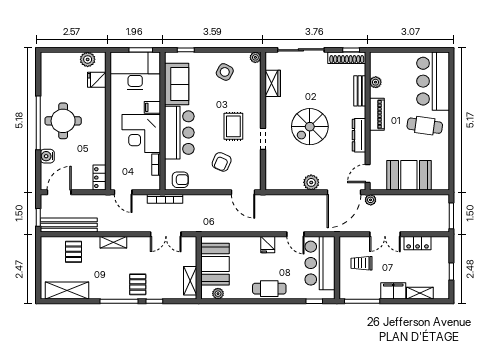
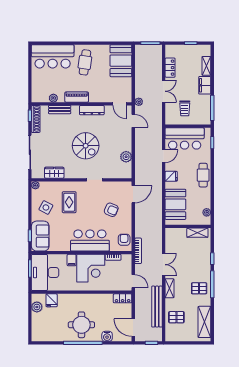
sofa: (177, 84) -> (40, 236), moved, turned 90
rug: (233, 126) -> (69, 202), moved, turned 90
booth: (409, 175) -> (121, 61), moved
plant: (311, 182) -> (126, 157), moved
door: (123, 192) -> (133, 281), hinge flipped
door: (344, 192) -> (133, 121), width x0.53
bench: (69, 225) -> (157, 307), moved
double door: (166, 234) -> (164, 265), moved
booth: (215, 264) -> (175, 204), moved, turned 90
pallet: (138, 284) -> (199, 288), moved

